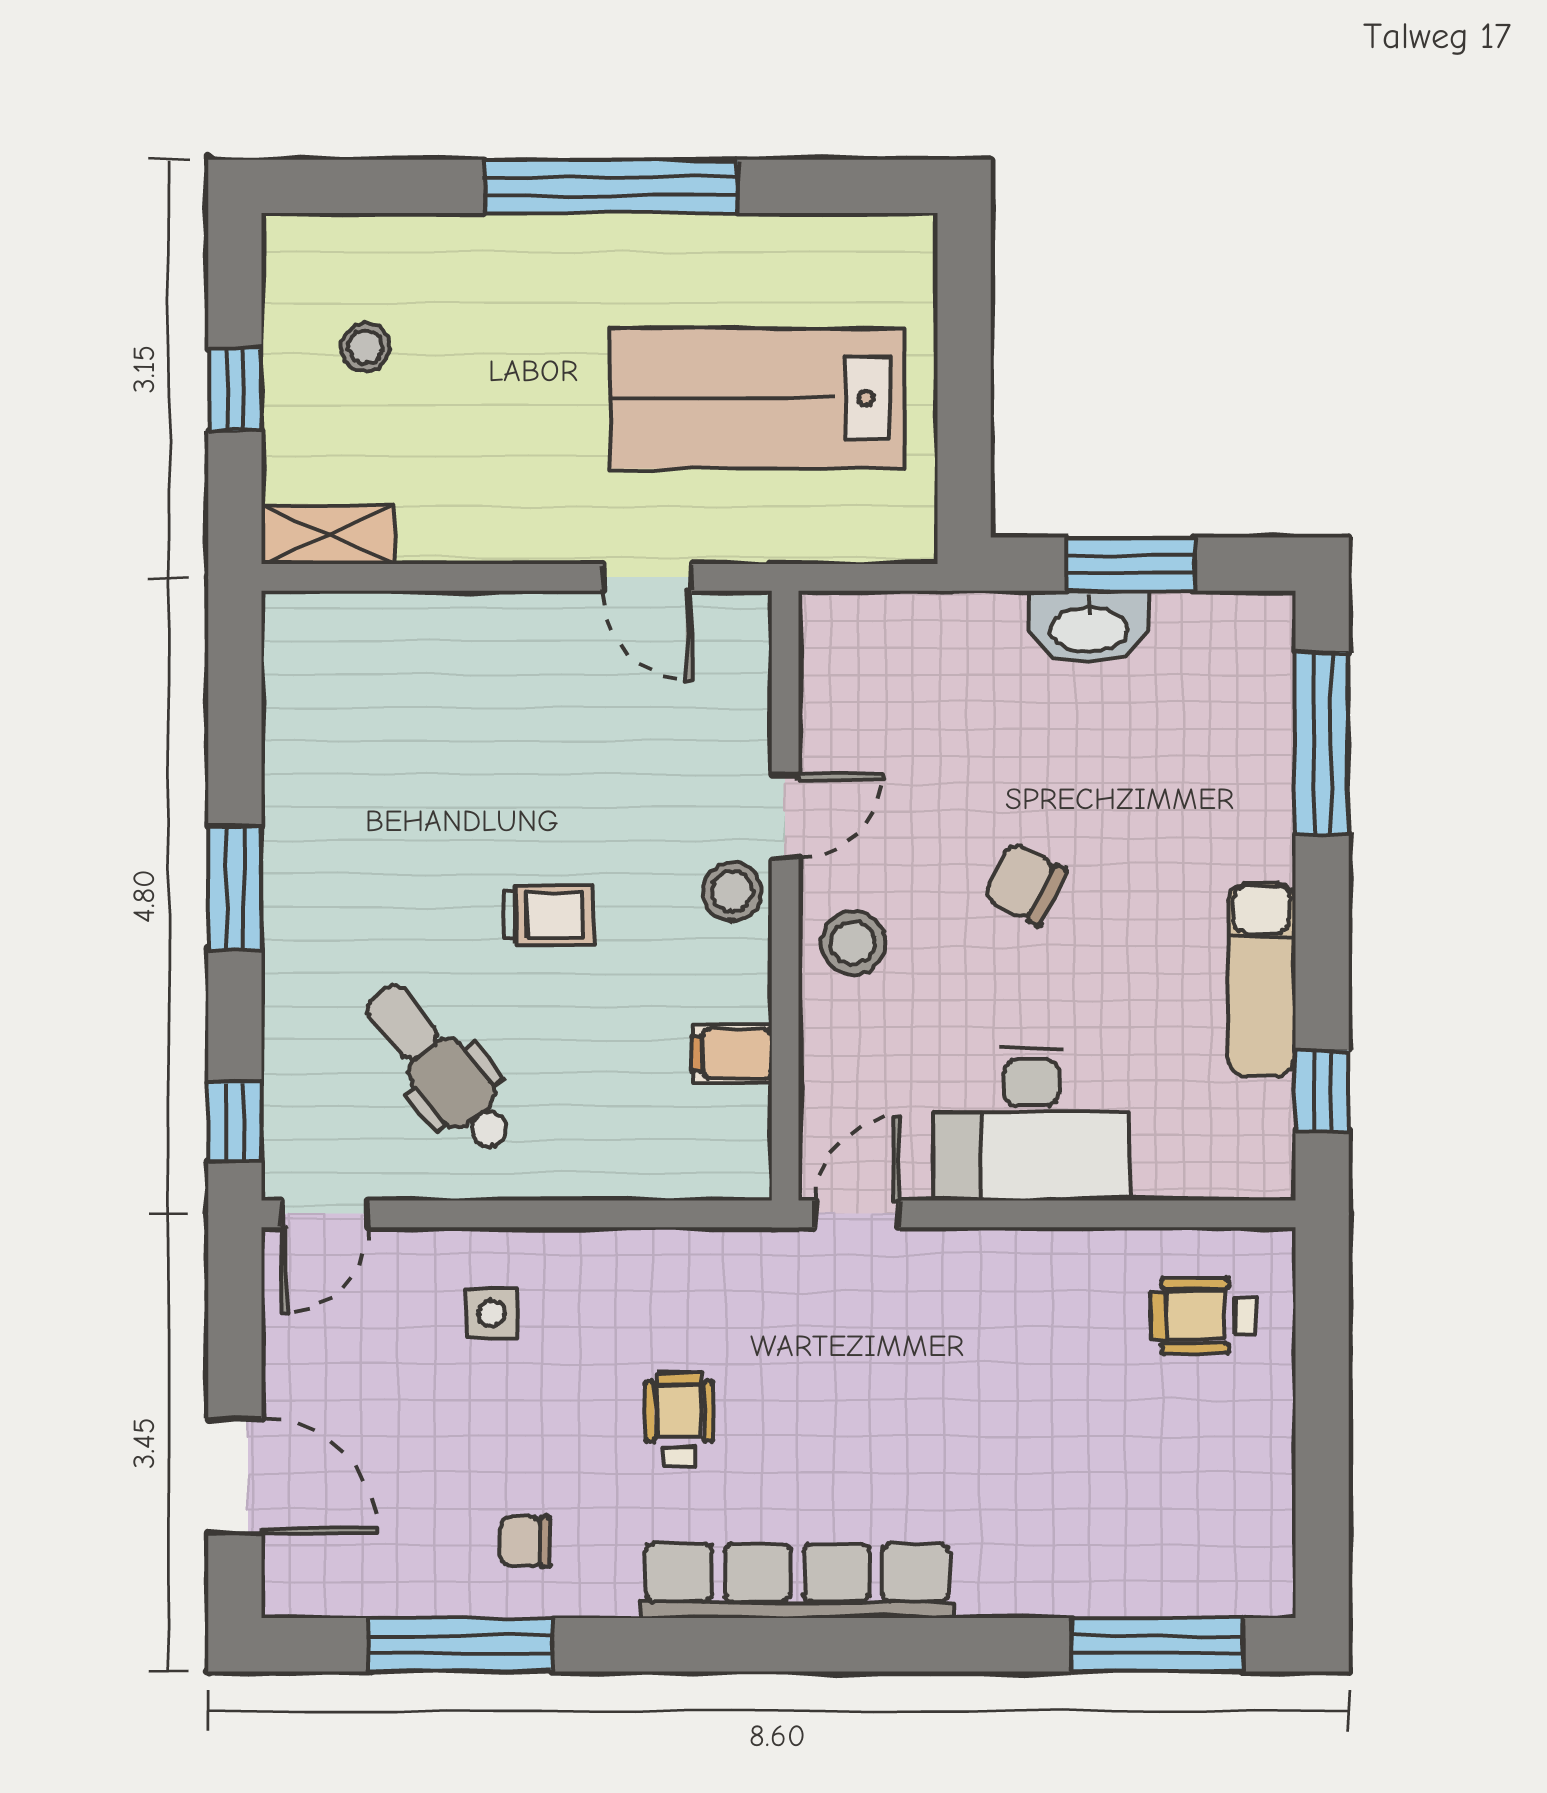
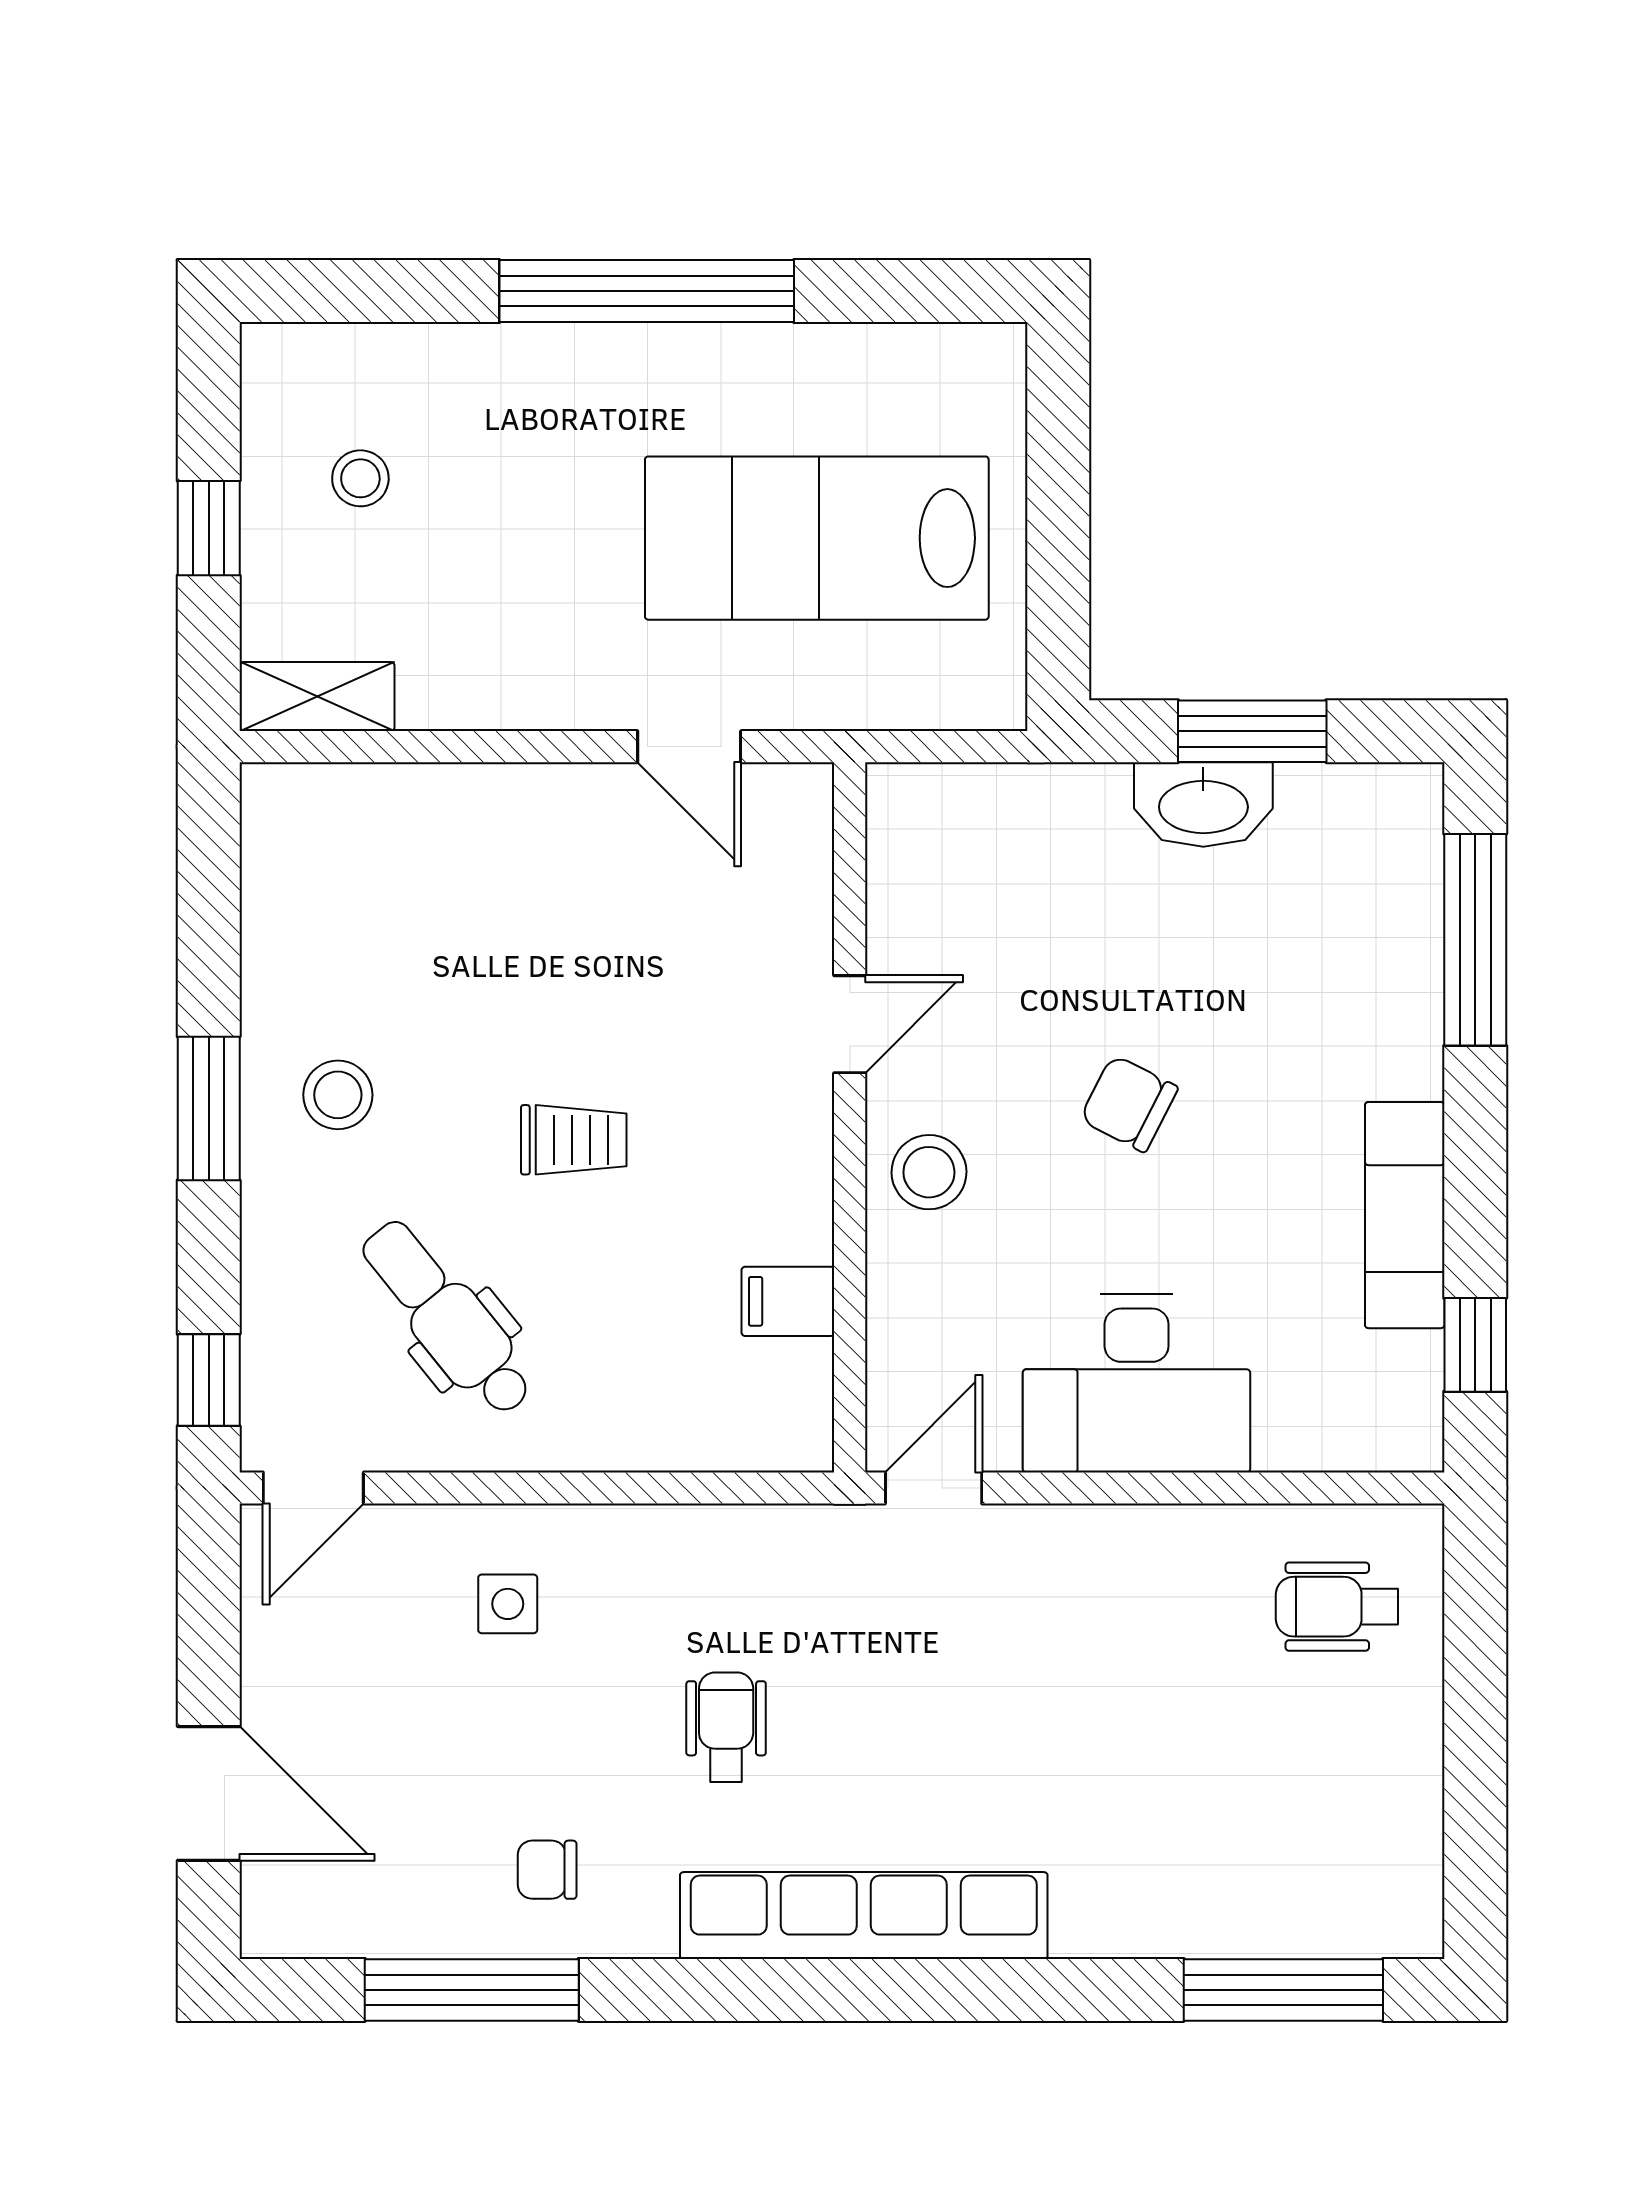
stool: (732, 892) -> (338, 1095), moved

